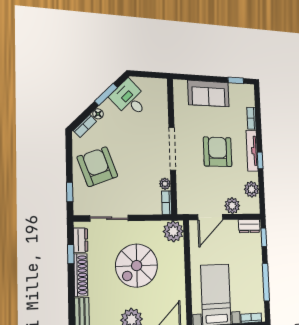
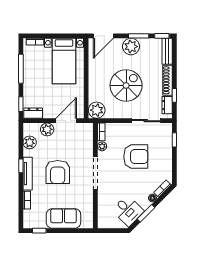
armchair: (97, 167) -> (136, 157), moved, turned -70

